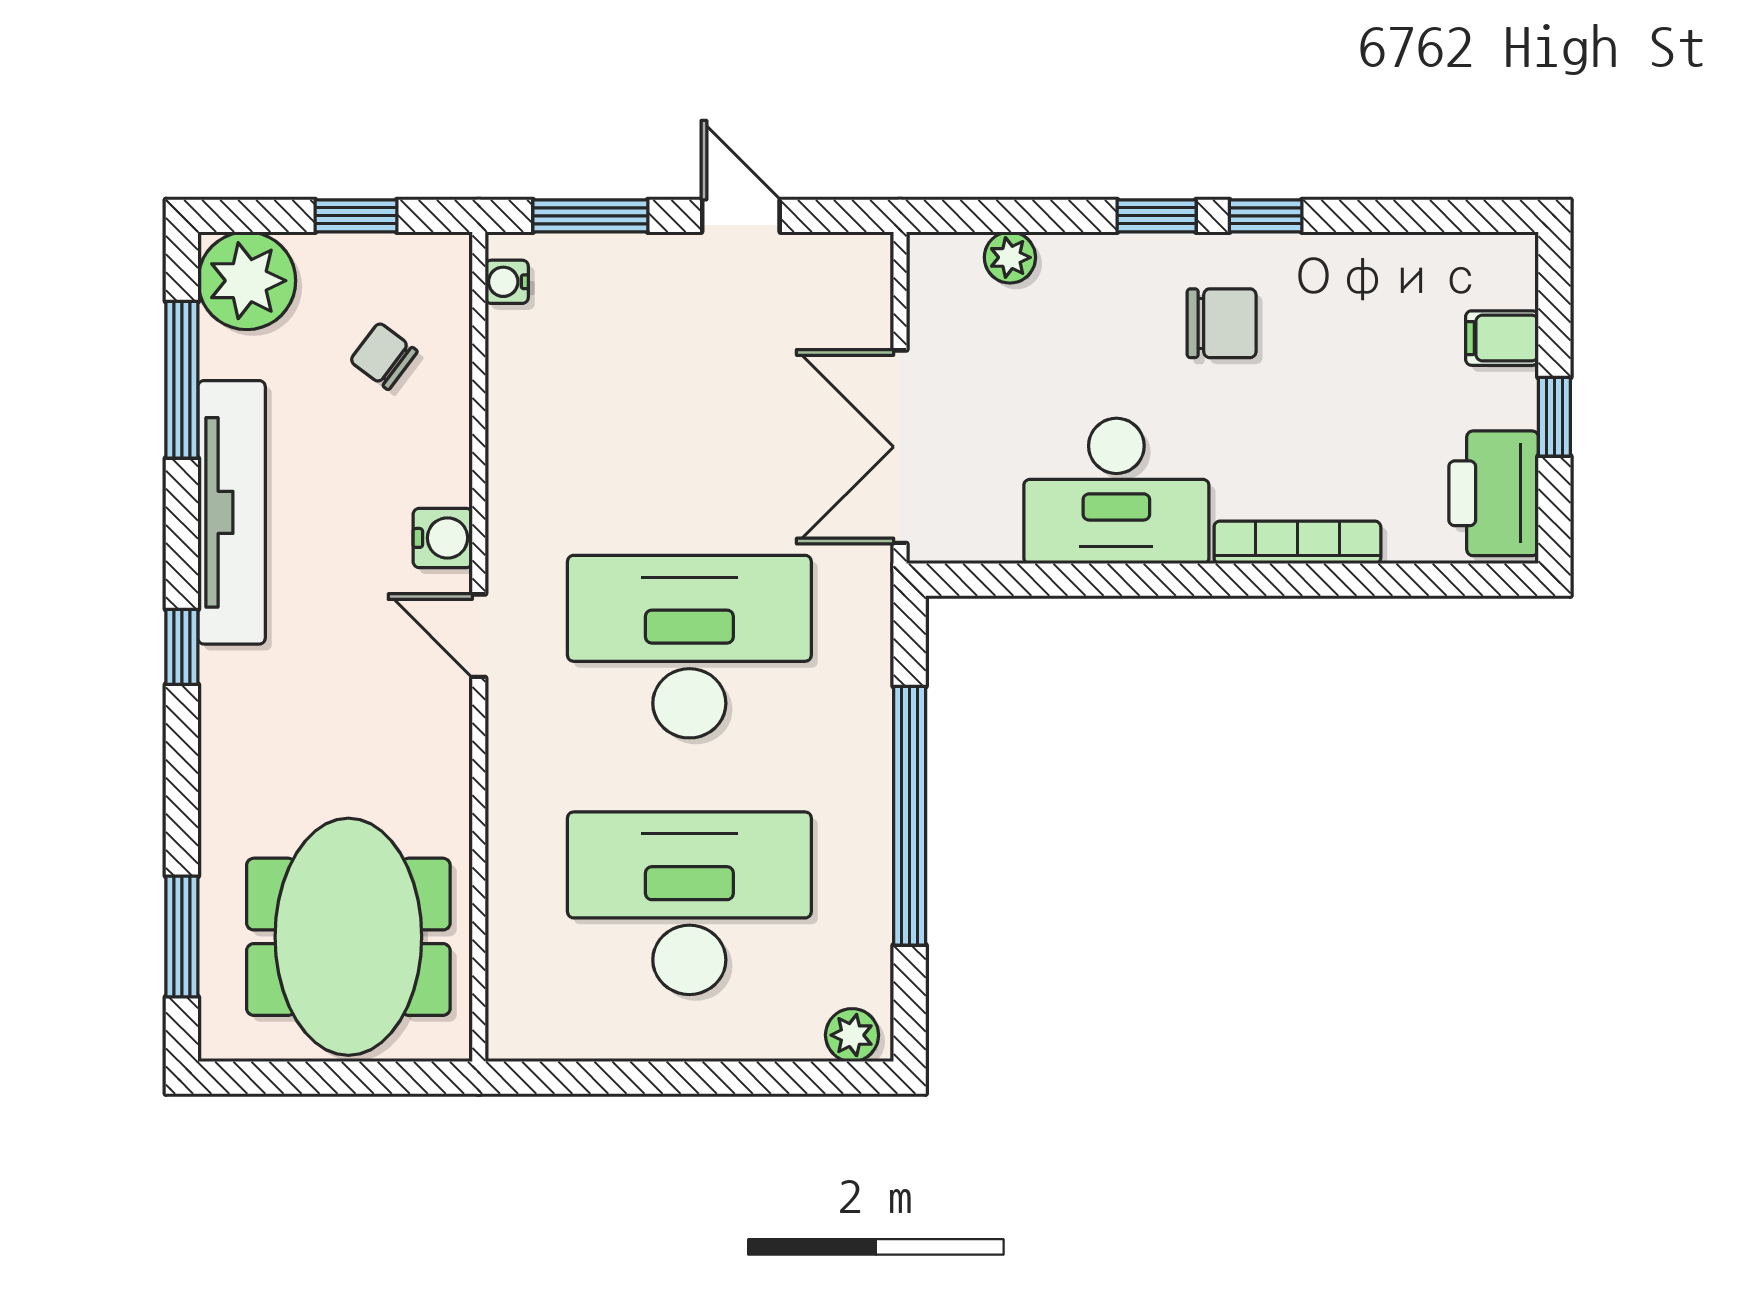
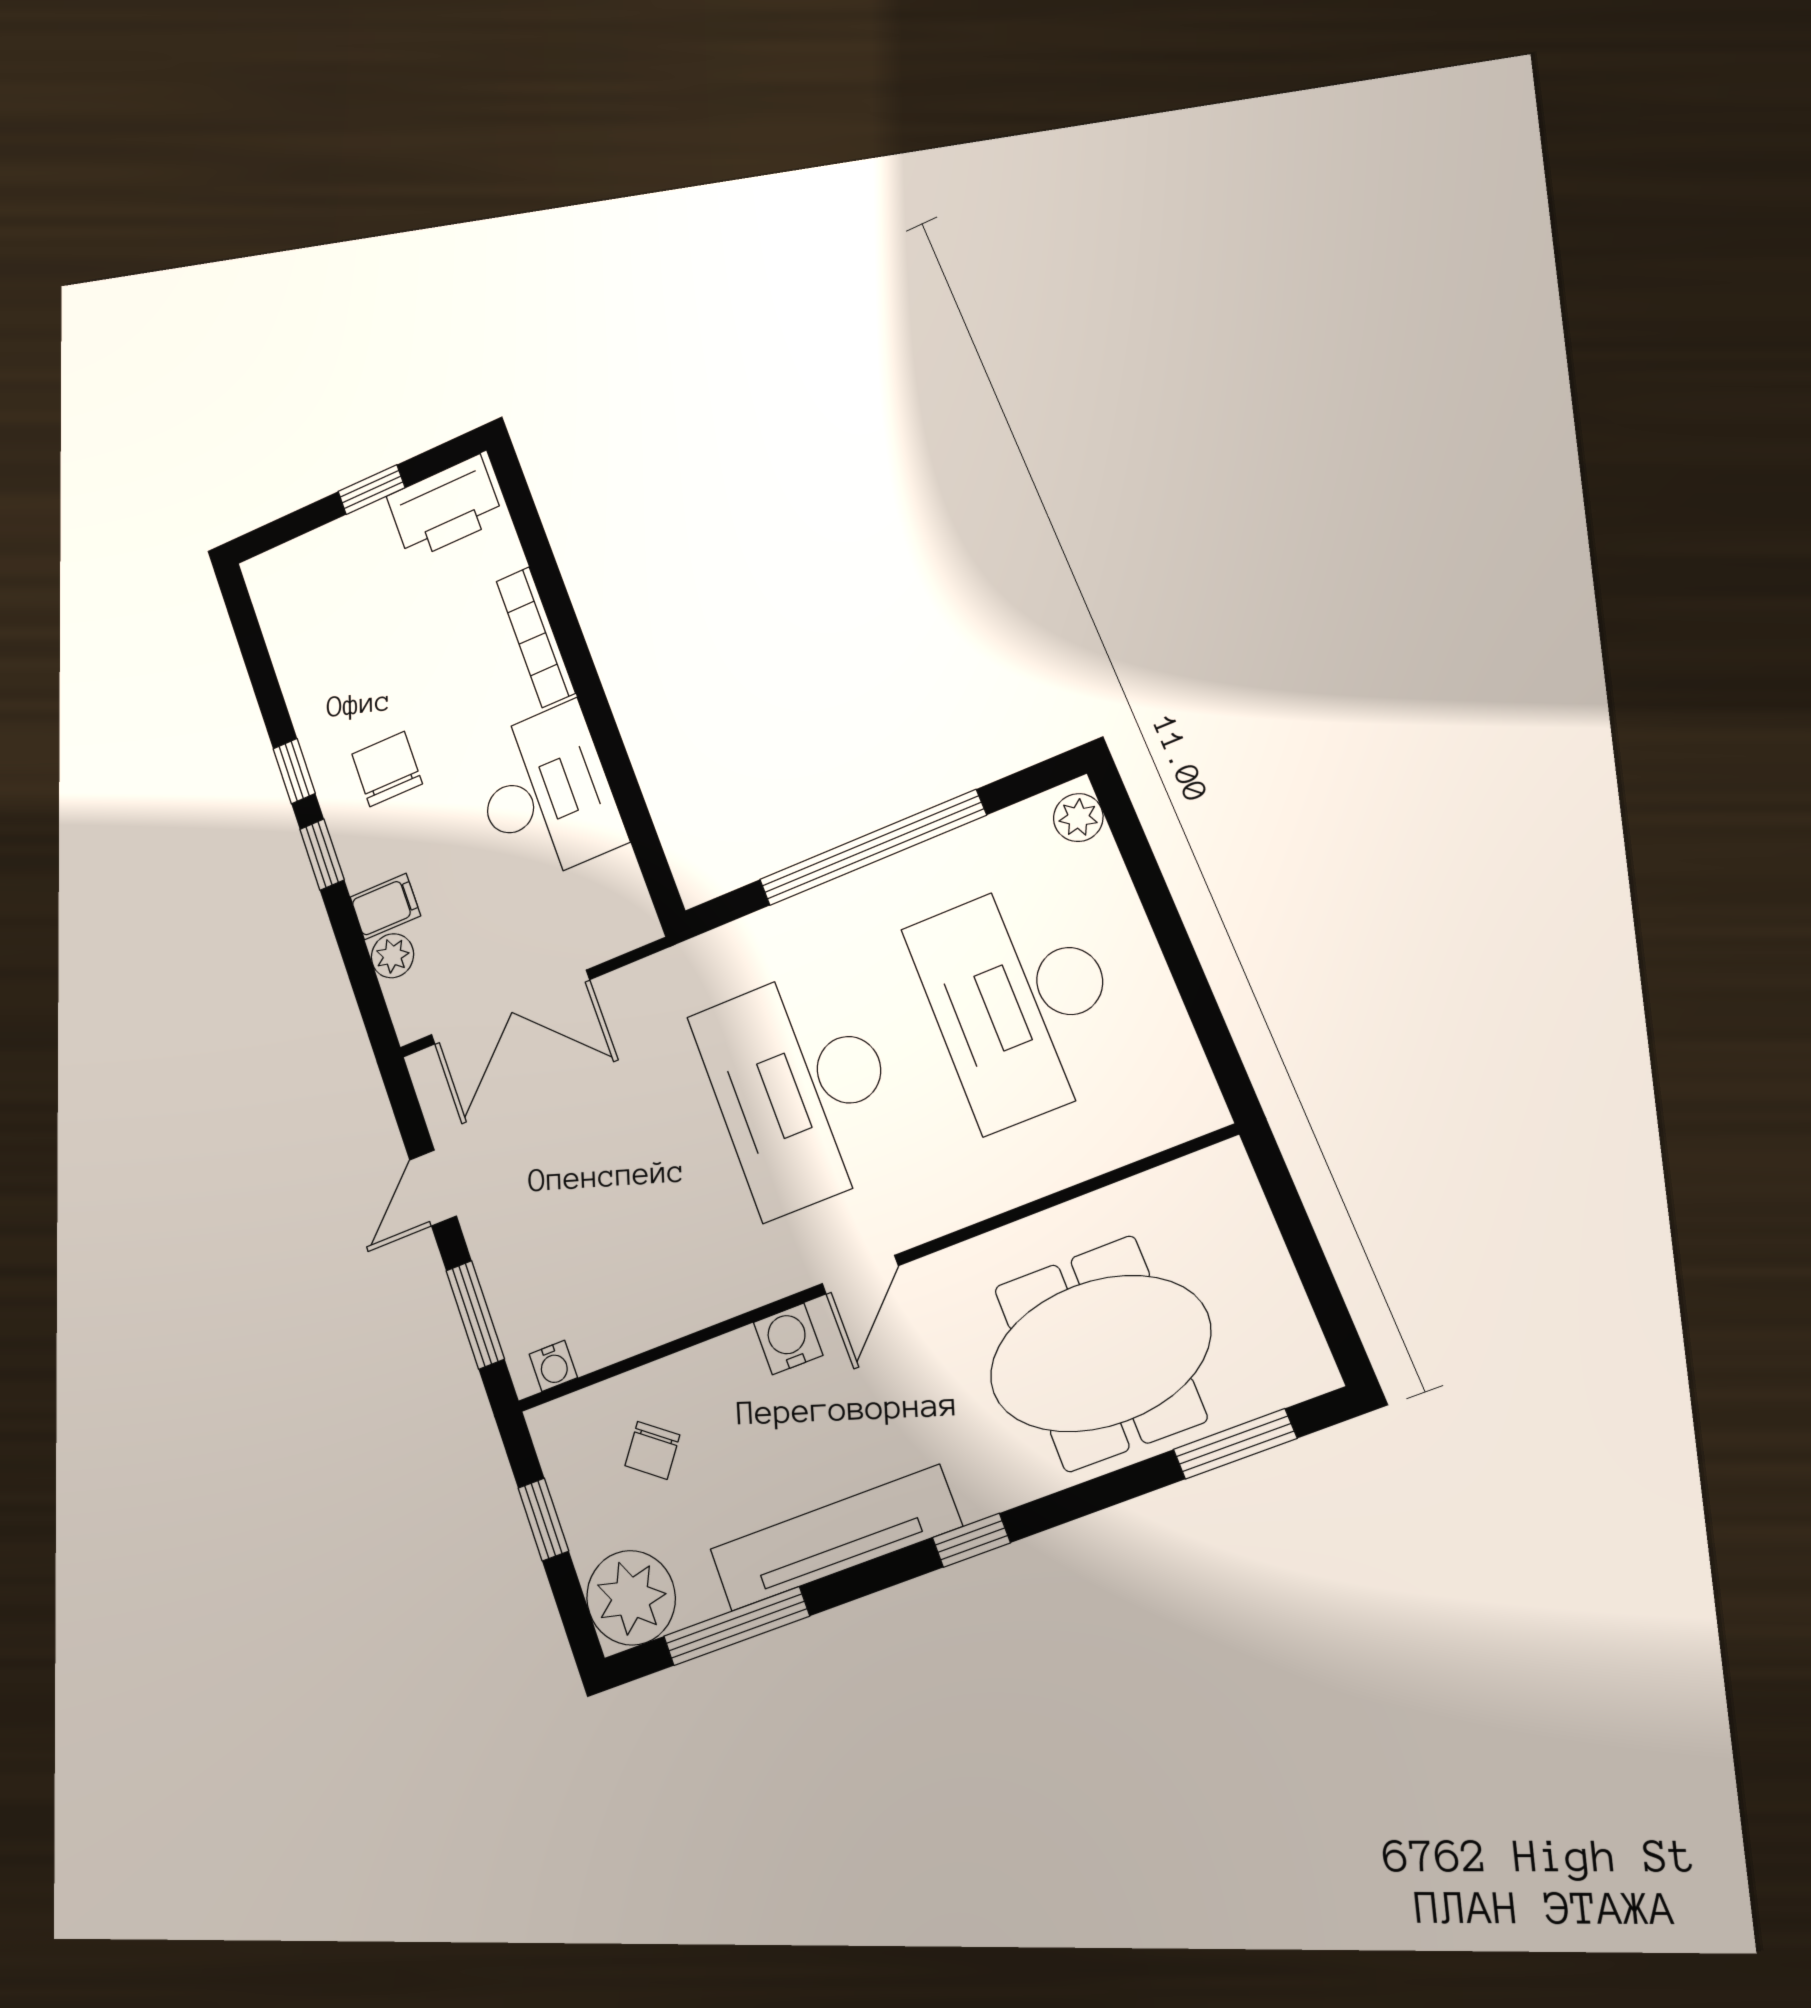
filing cabinet: (1502, 338) -> (385, 906), moved, turned -90
double door: (900, 447) -> (510, 1007), moved
meeting table: (348, 937) -> (1100, 1353), moved

